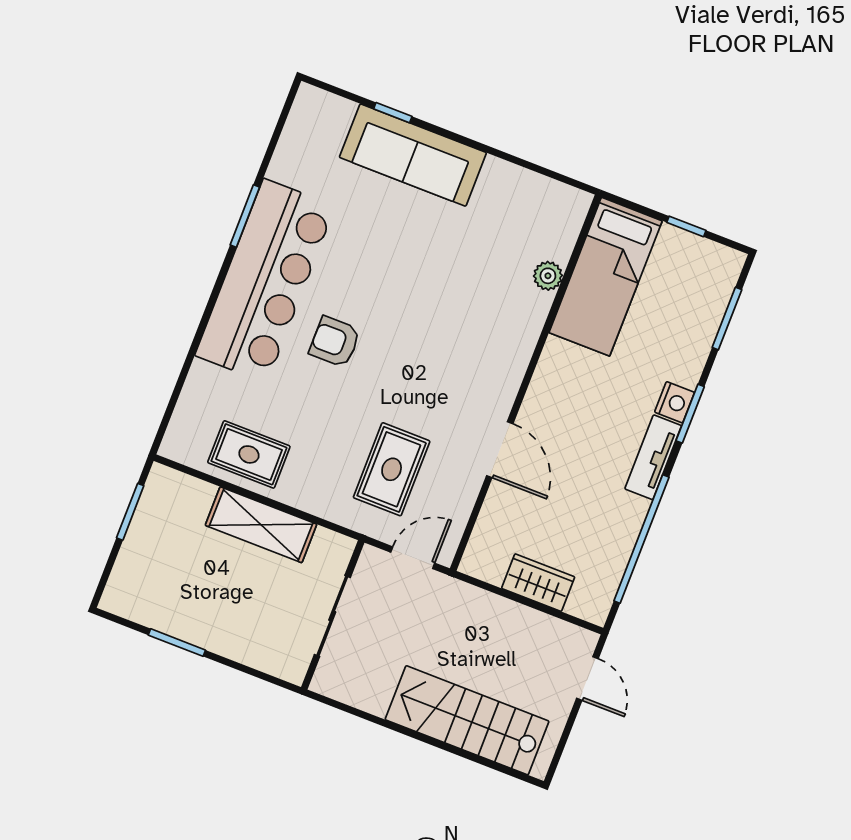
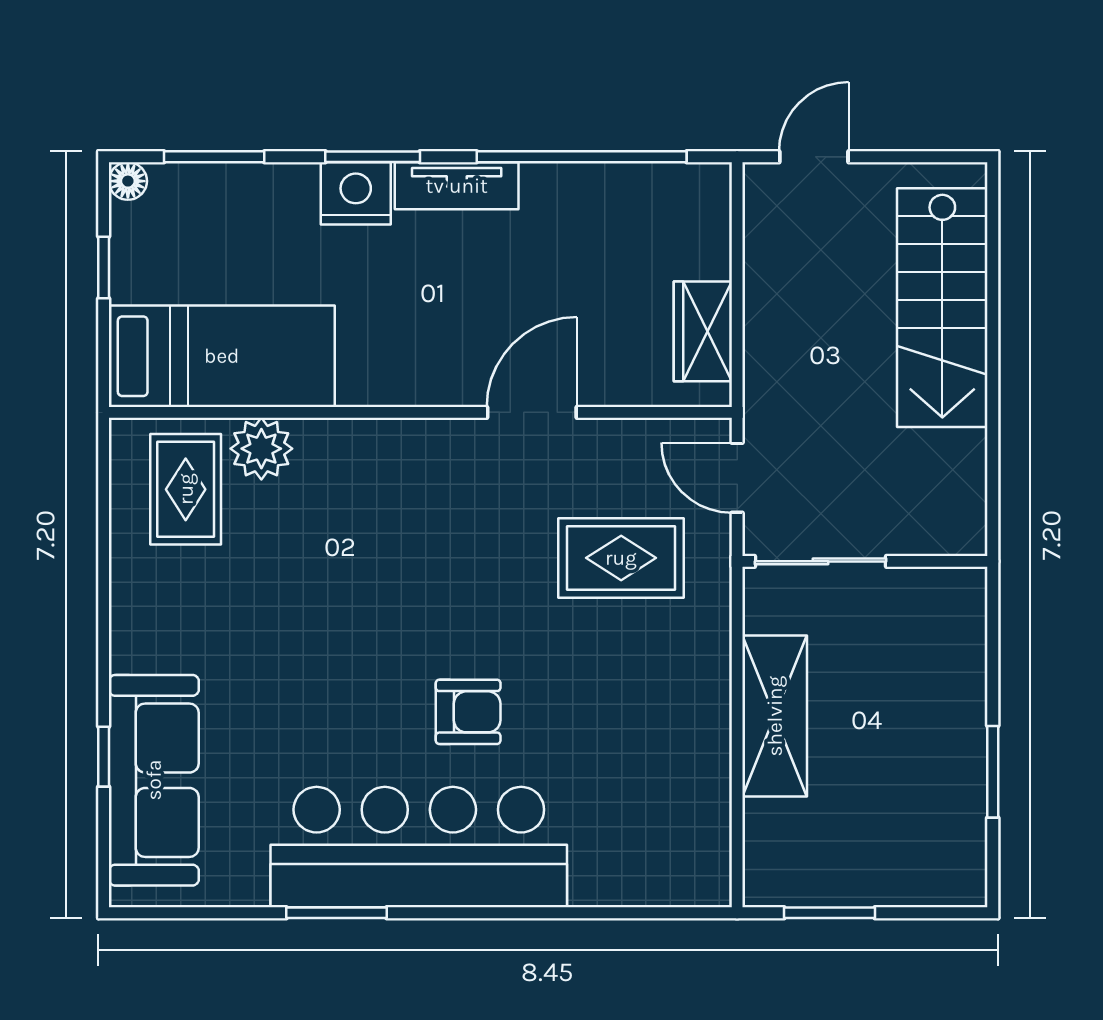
sofa: (413, 155) -> (154, 780), moved
floor lamp: (733, 261) -> (128, 181), added
plant: (548, 276) -> (261, 449), width x1.38, depth x1.38
armchair: (335, 342) -> (468, 712), turned -90
nightstand: (675, 402) -> (356, 193), width x1.36, depth x1.33
rug: (249, 454) -> (186, 489), moved
wardrobe: (538, 583) -> (703, 331), moved
sliding door: (332, 616) -> (821, 561), moved

